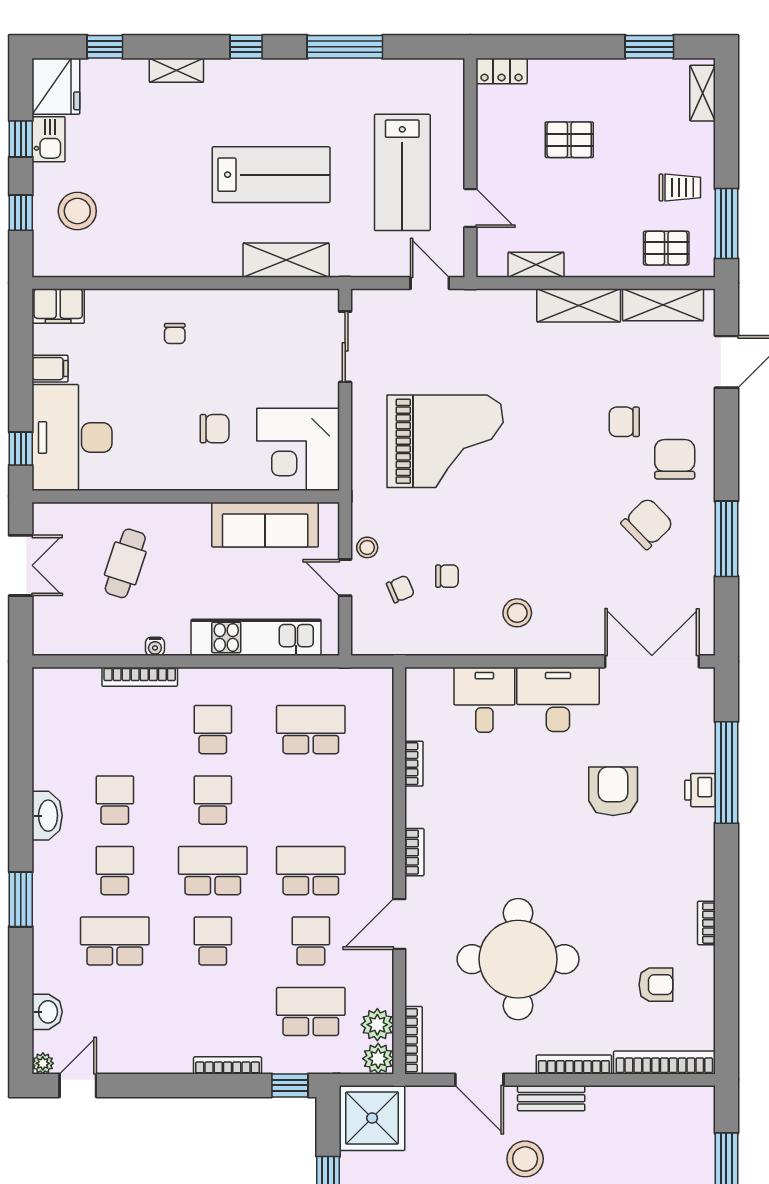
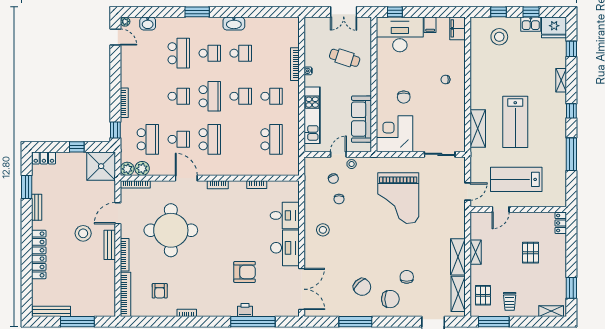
shelving: (536, 265) -> (476, 252), moved

